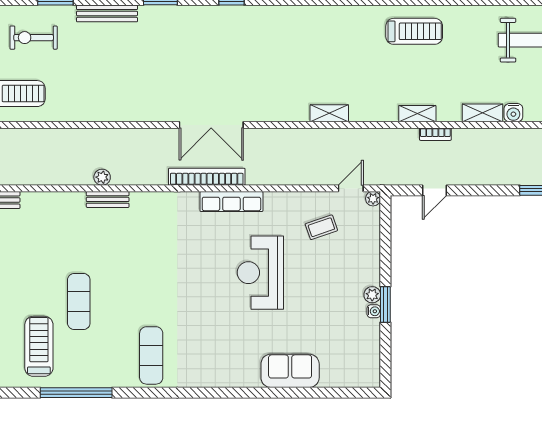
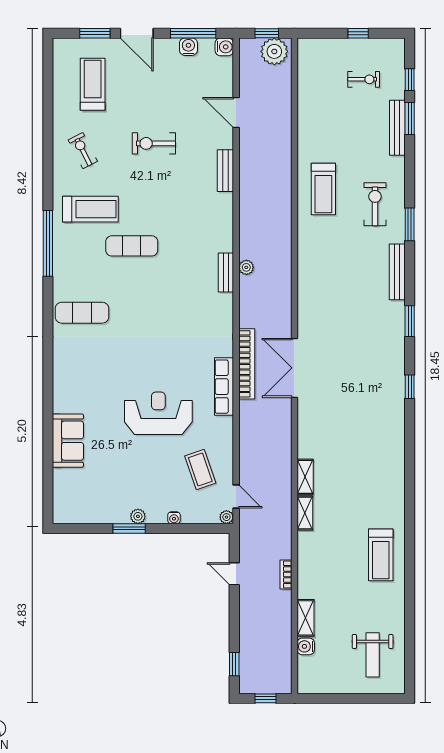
shelving: (417, 114) -> (305, 513), moved
coffee table: (321, 227) -> (200, 470), width x1.36, depth x1.30
water cooler: (374, 311) -> (174, 518), moved

